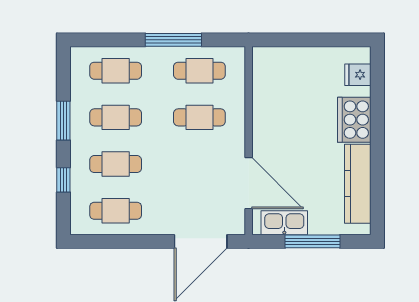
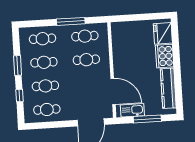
fridge: (358, 75) -> (163, 33), width x1.88, depth x1.34

